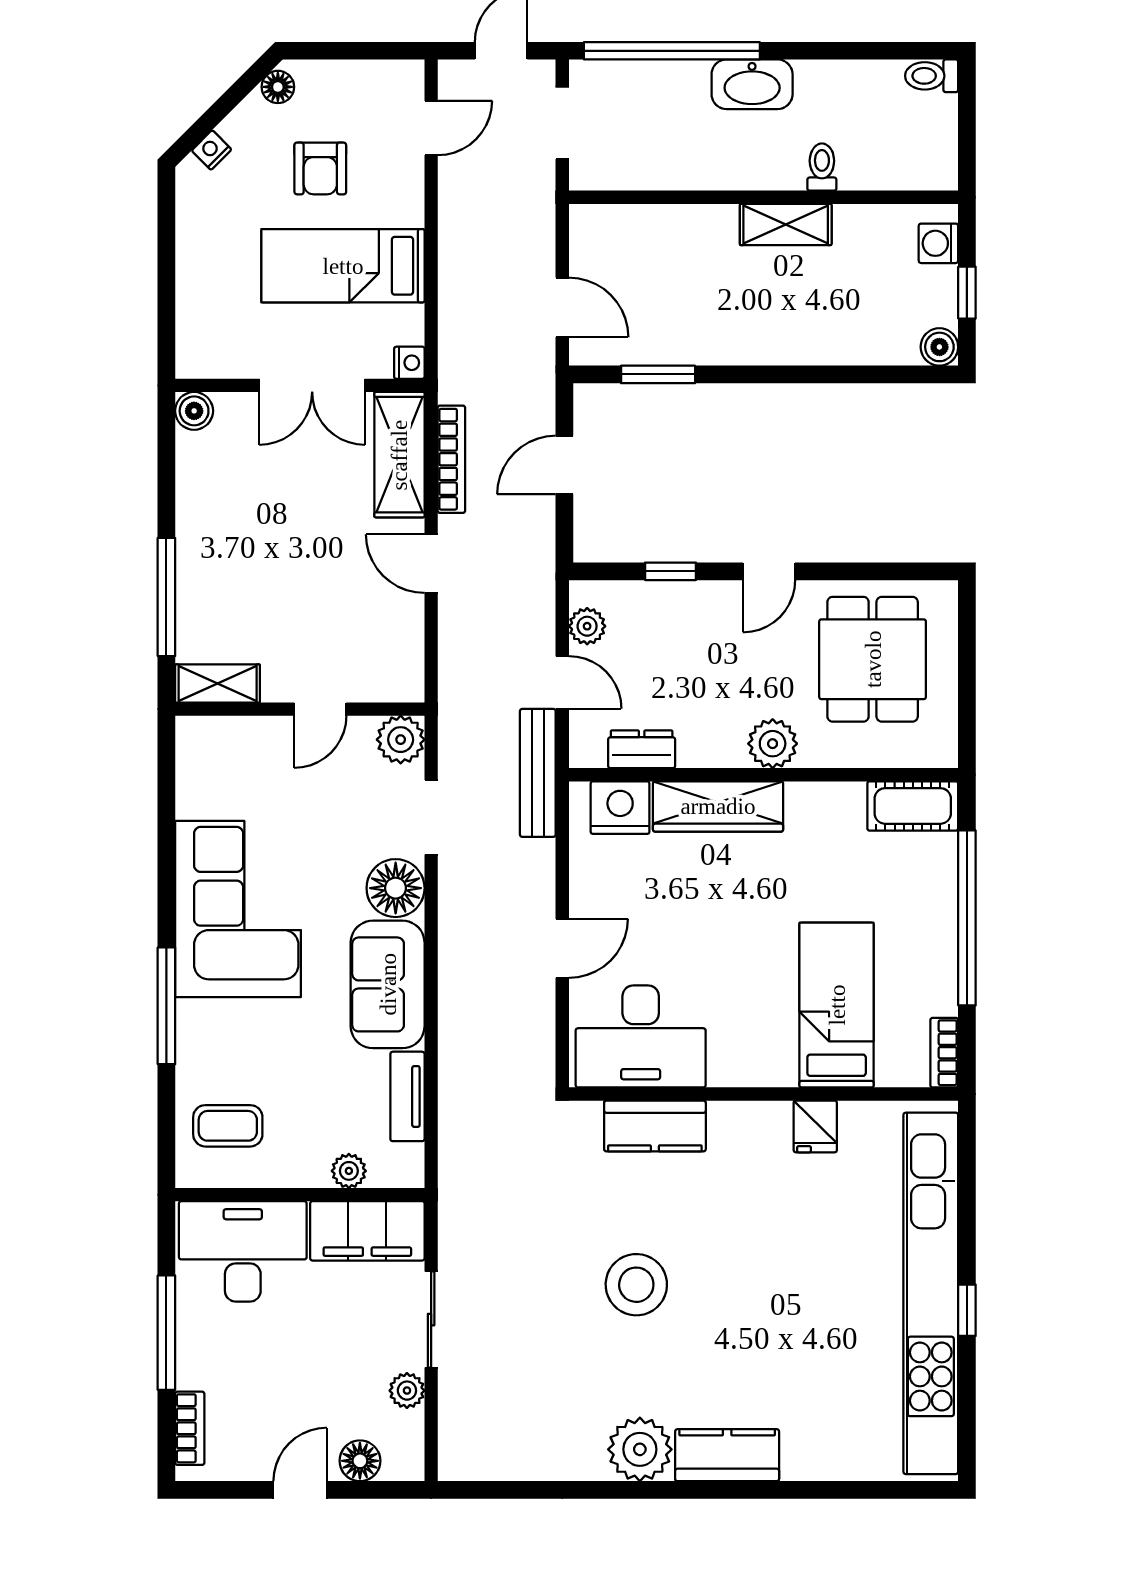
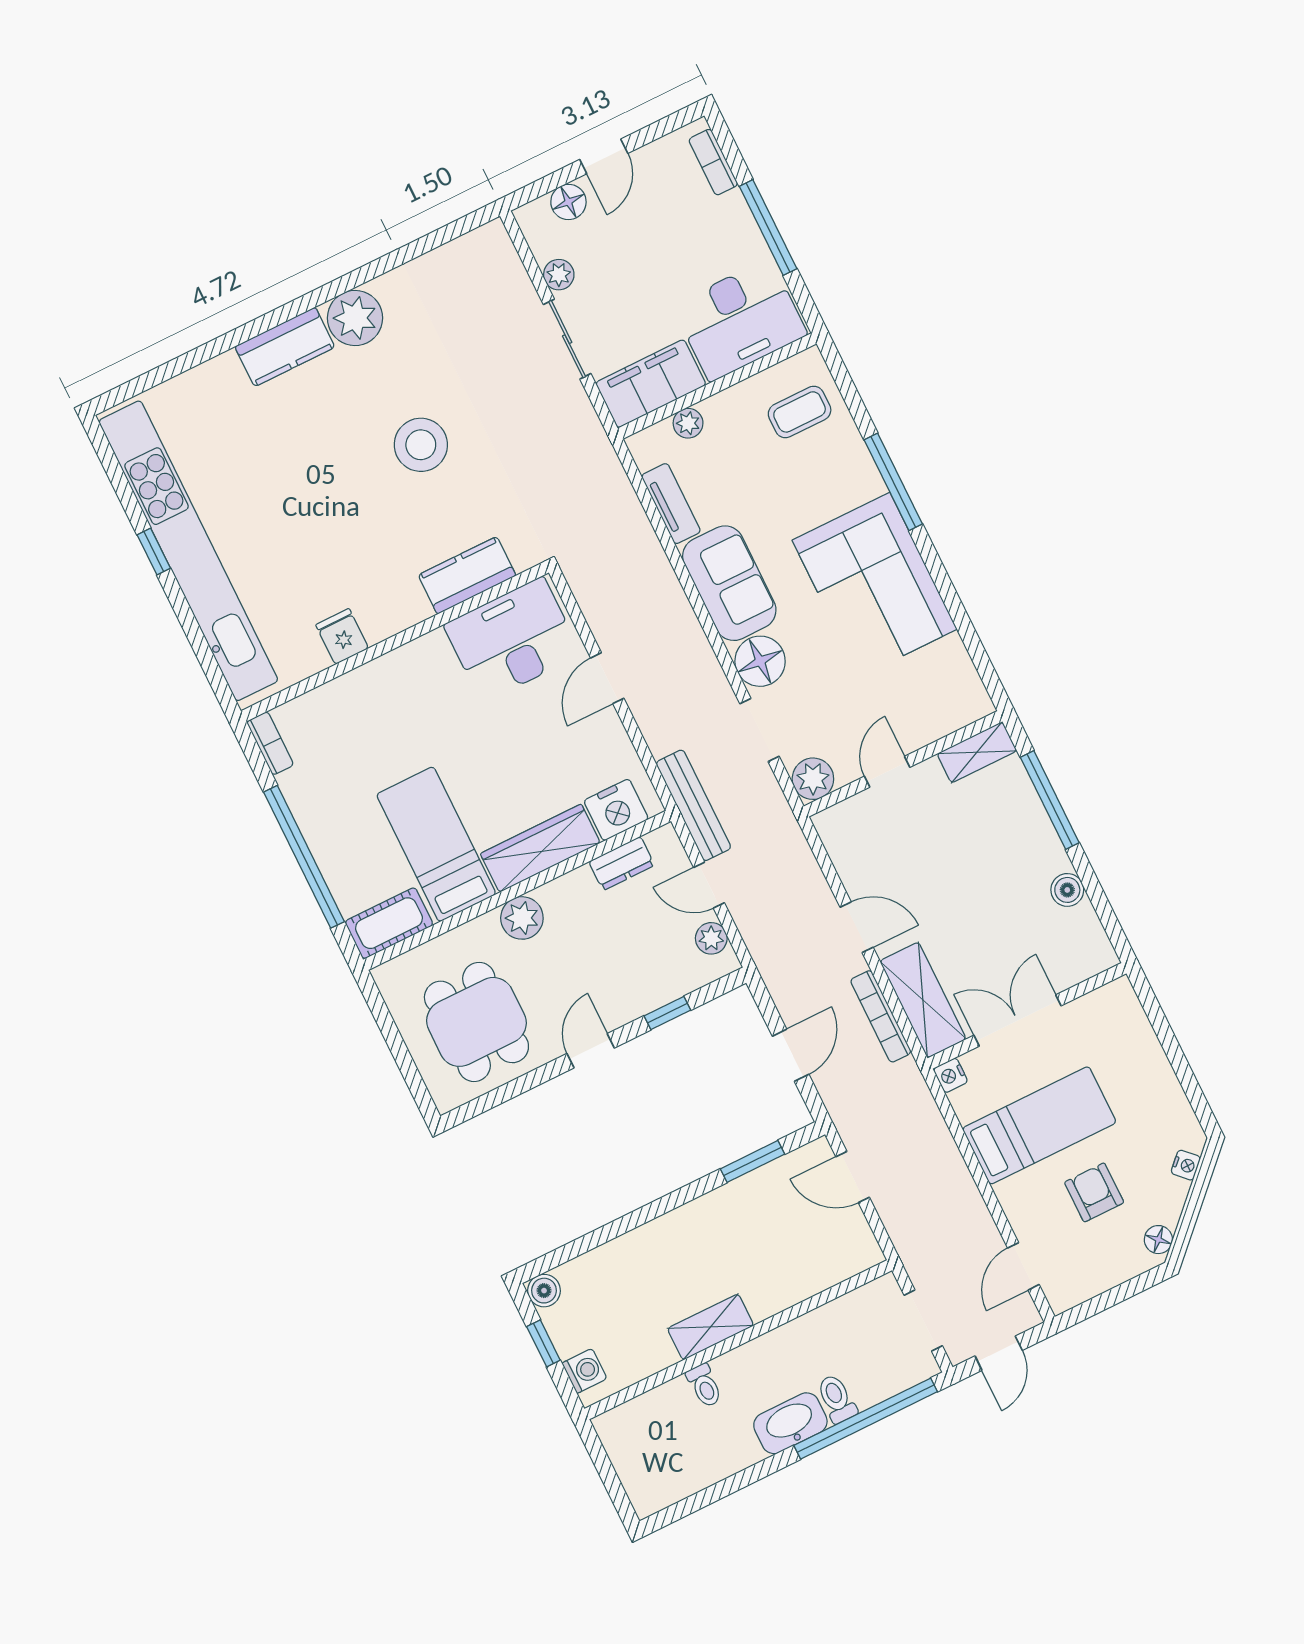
toilet: (932, 76) -> (837, 1399), moved, turned -90
boiler: (194, 411) -> (1067, 890), moved
bed: (837, 1005) -> (436, 844), moved, turned 180

